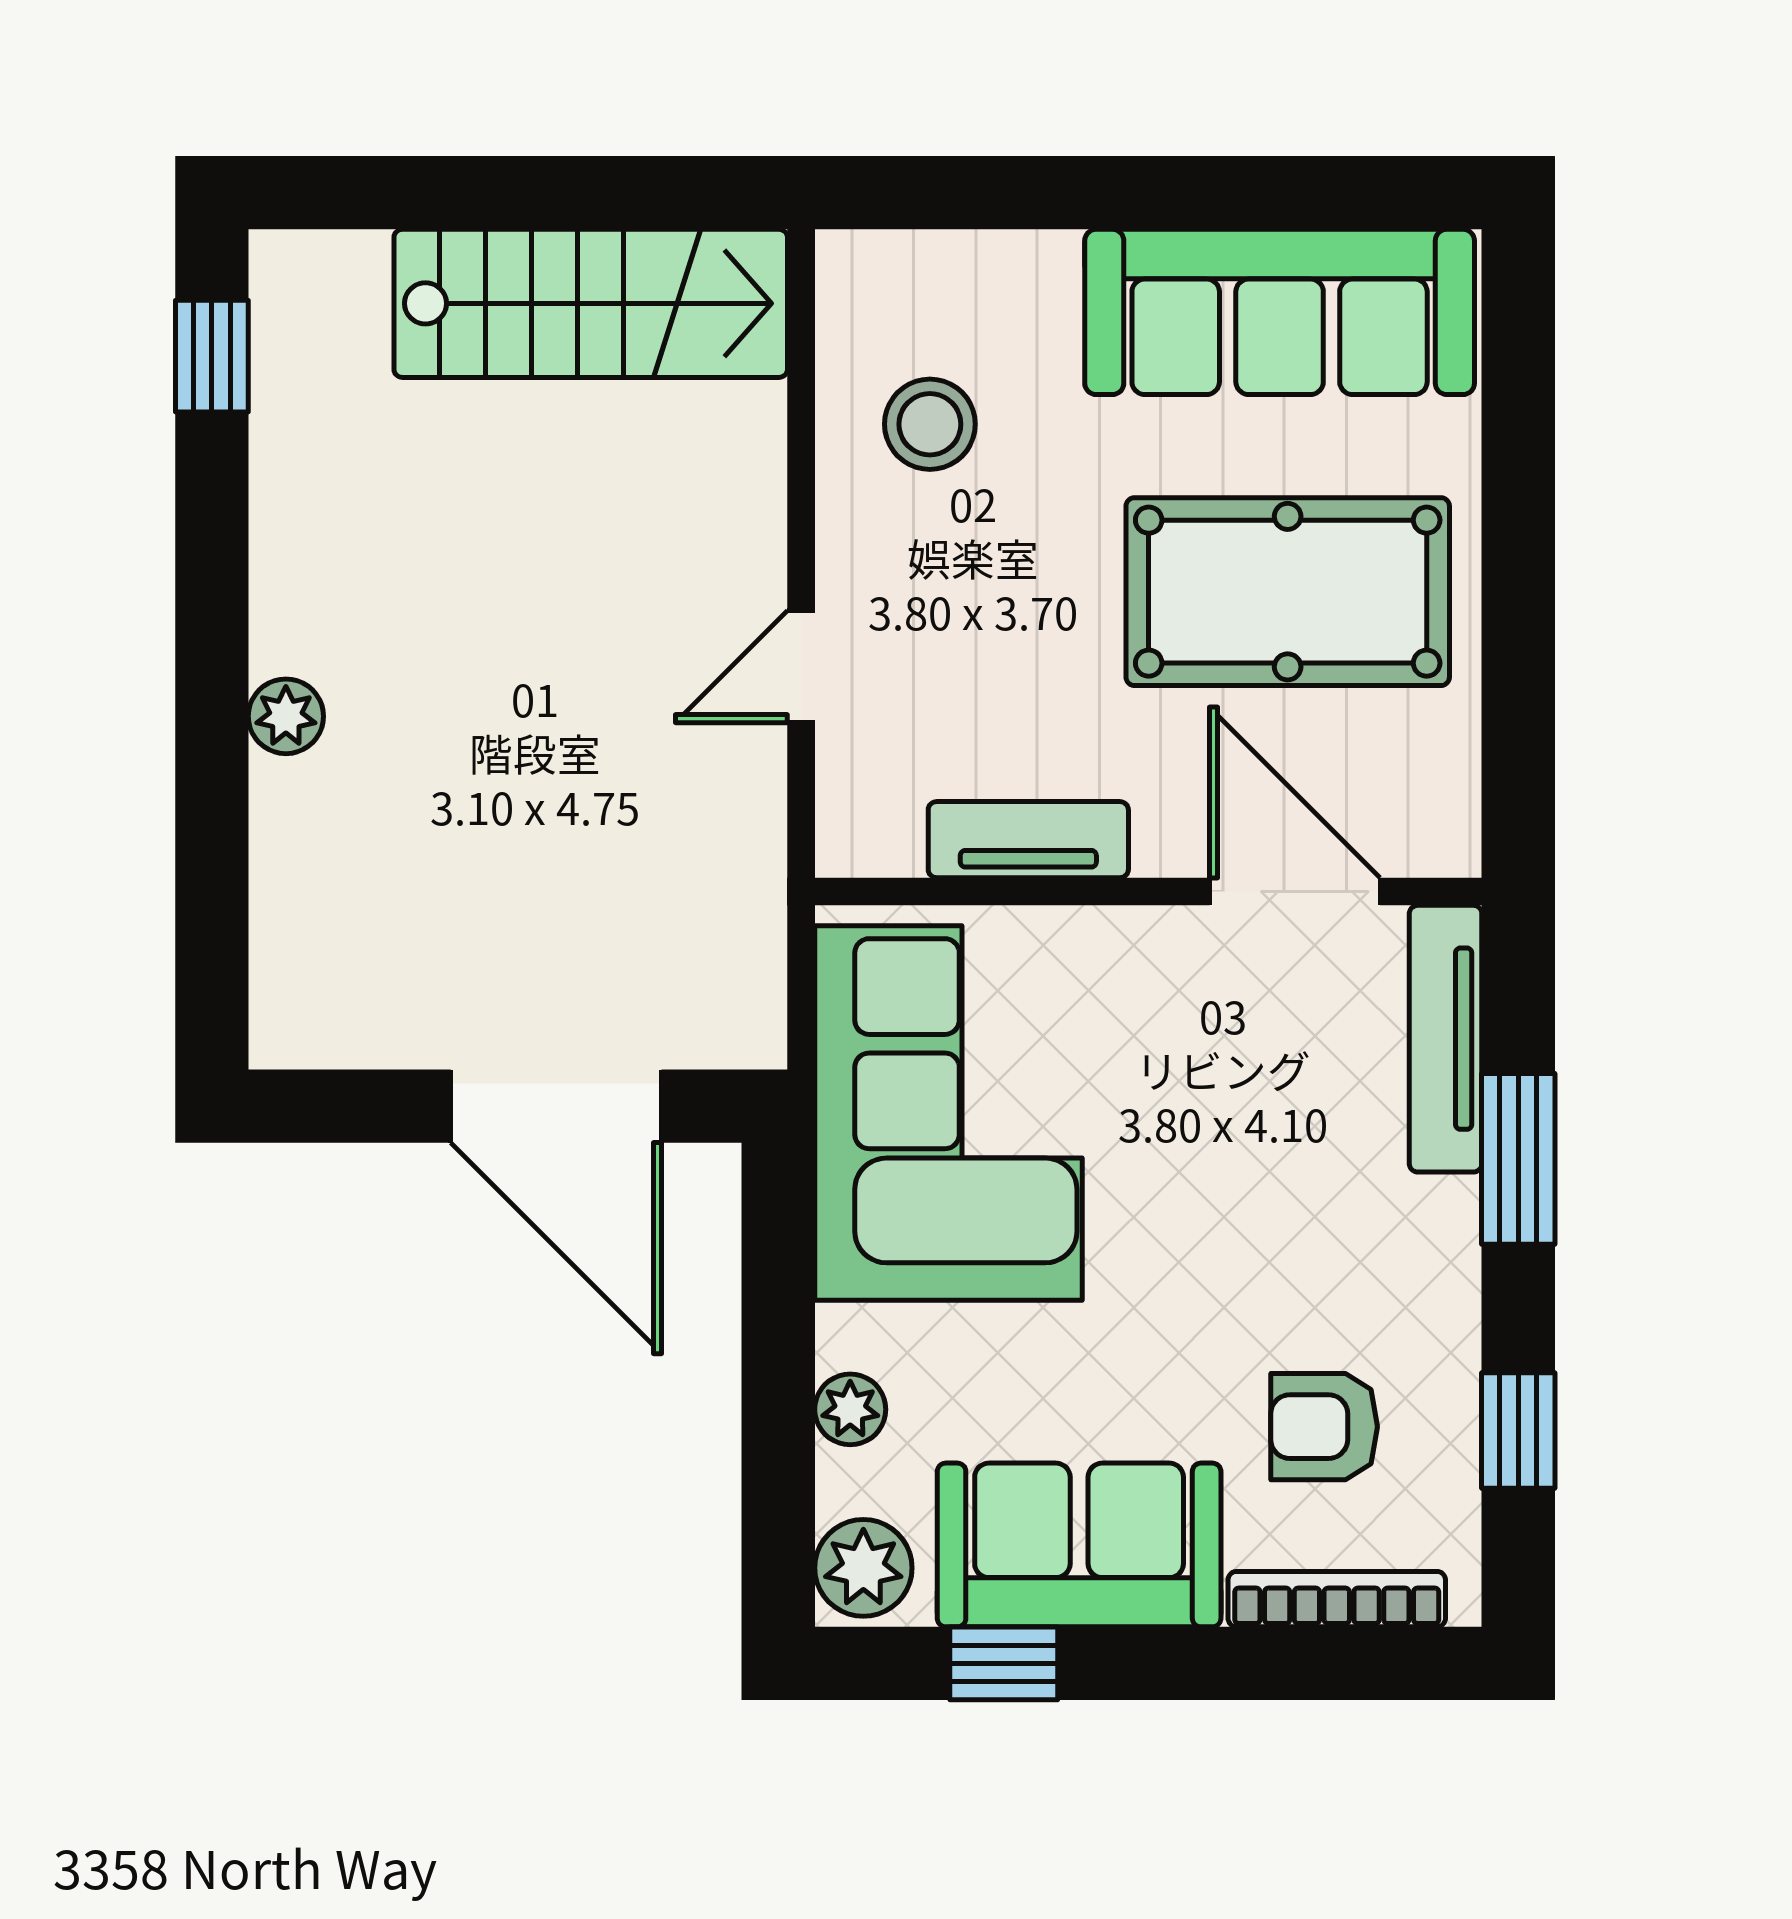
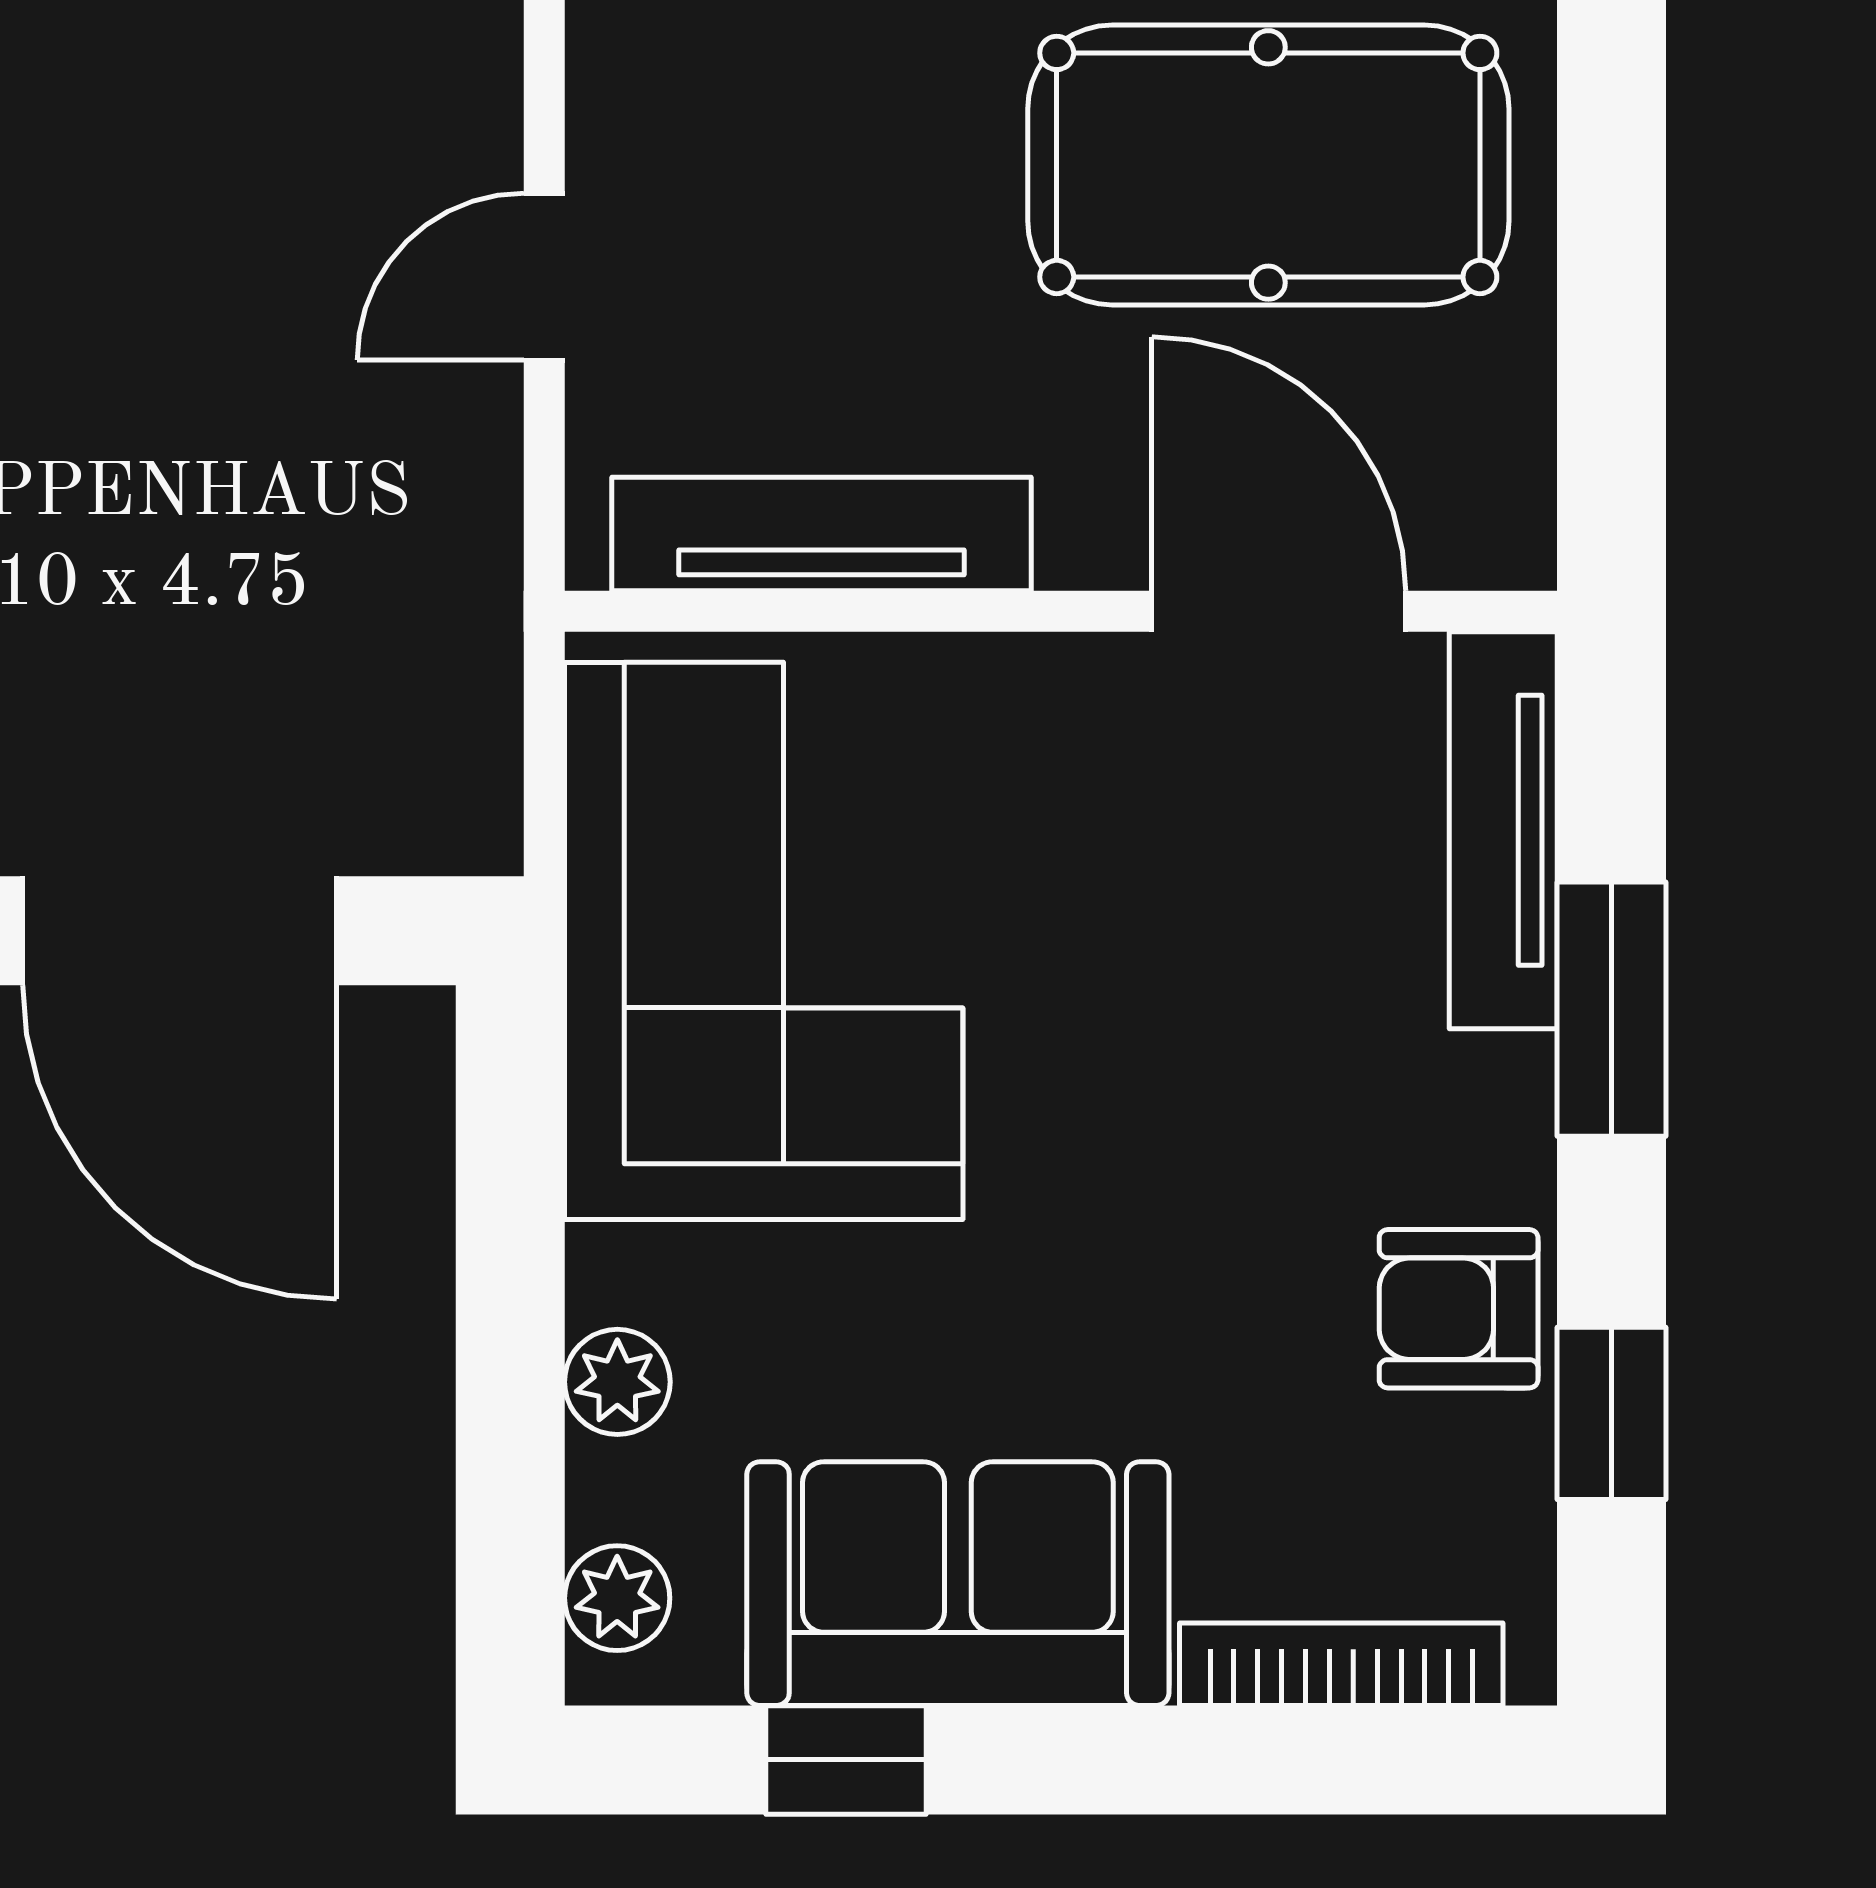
tv unit: (1028, 840) -> (821, 534), width x1.41
armchair: (1324, 1427) -> (1459, 1309), moved
plant: (863, 1568) -> (617, 1598), width x0.73, depth x0.73

